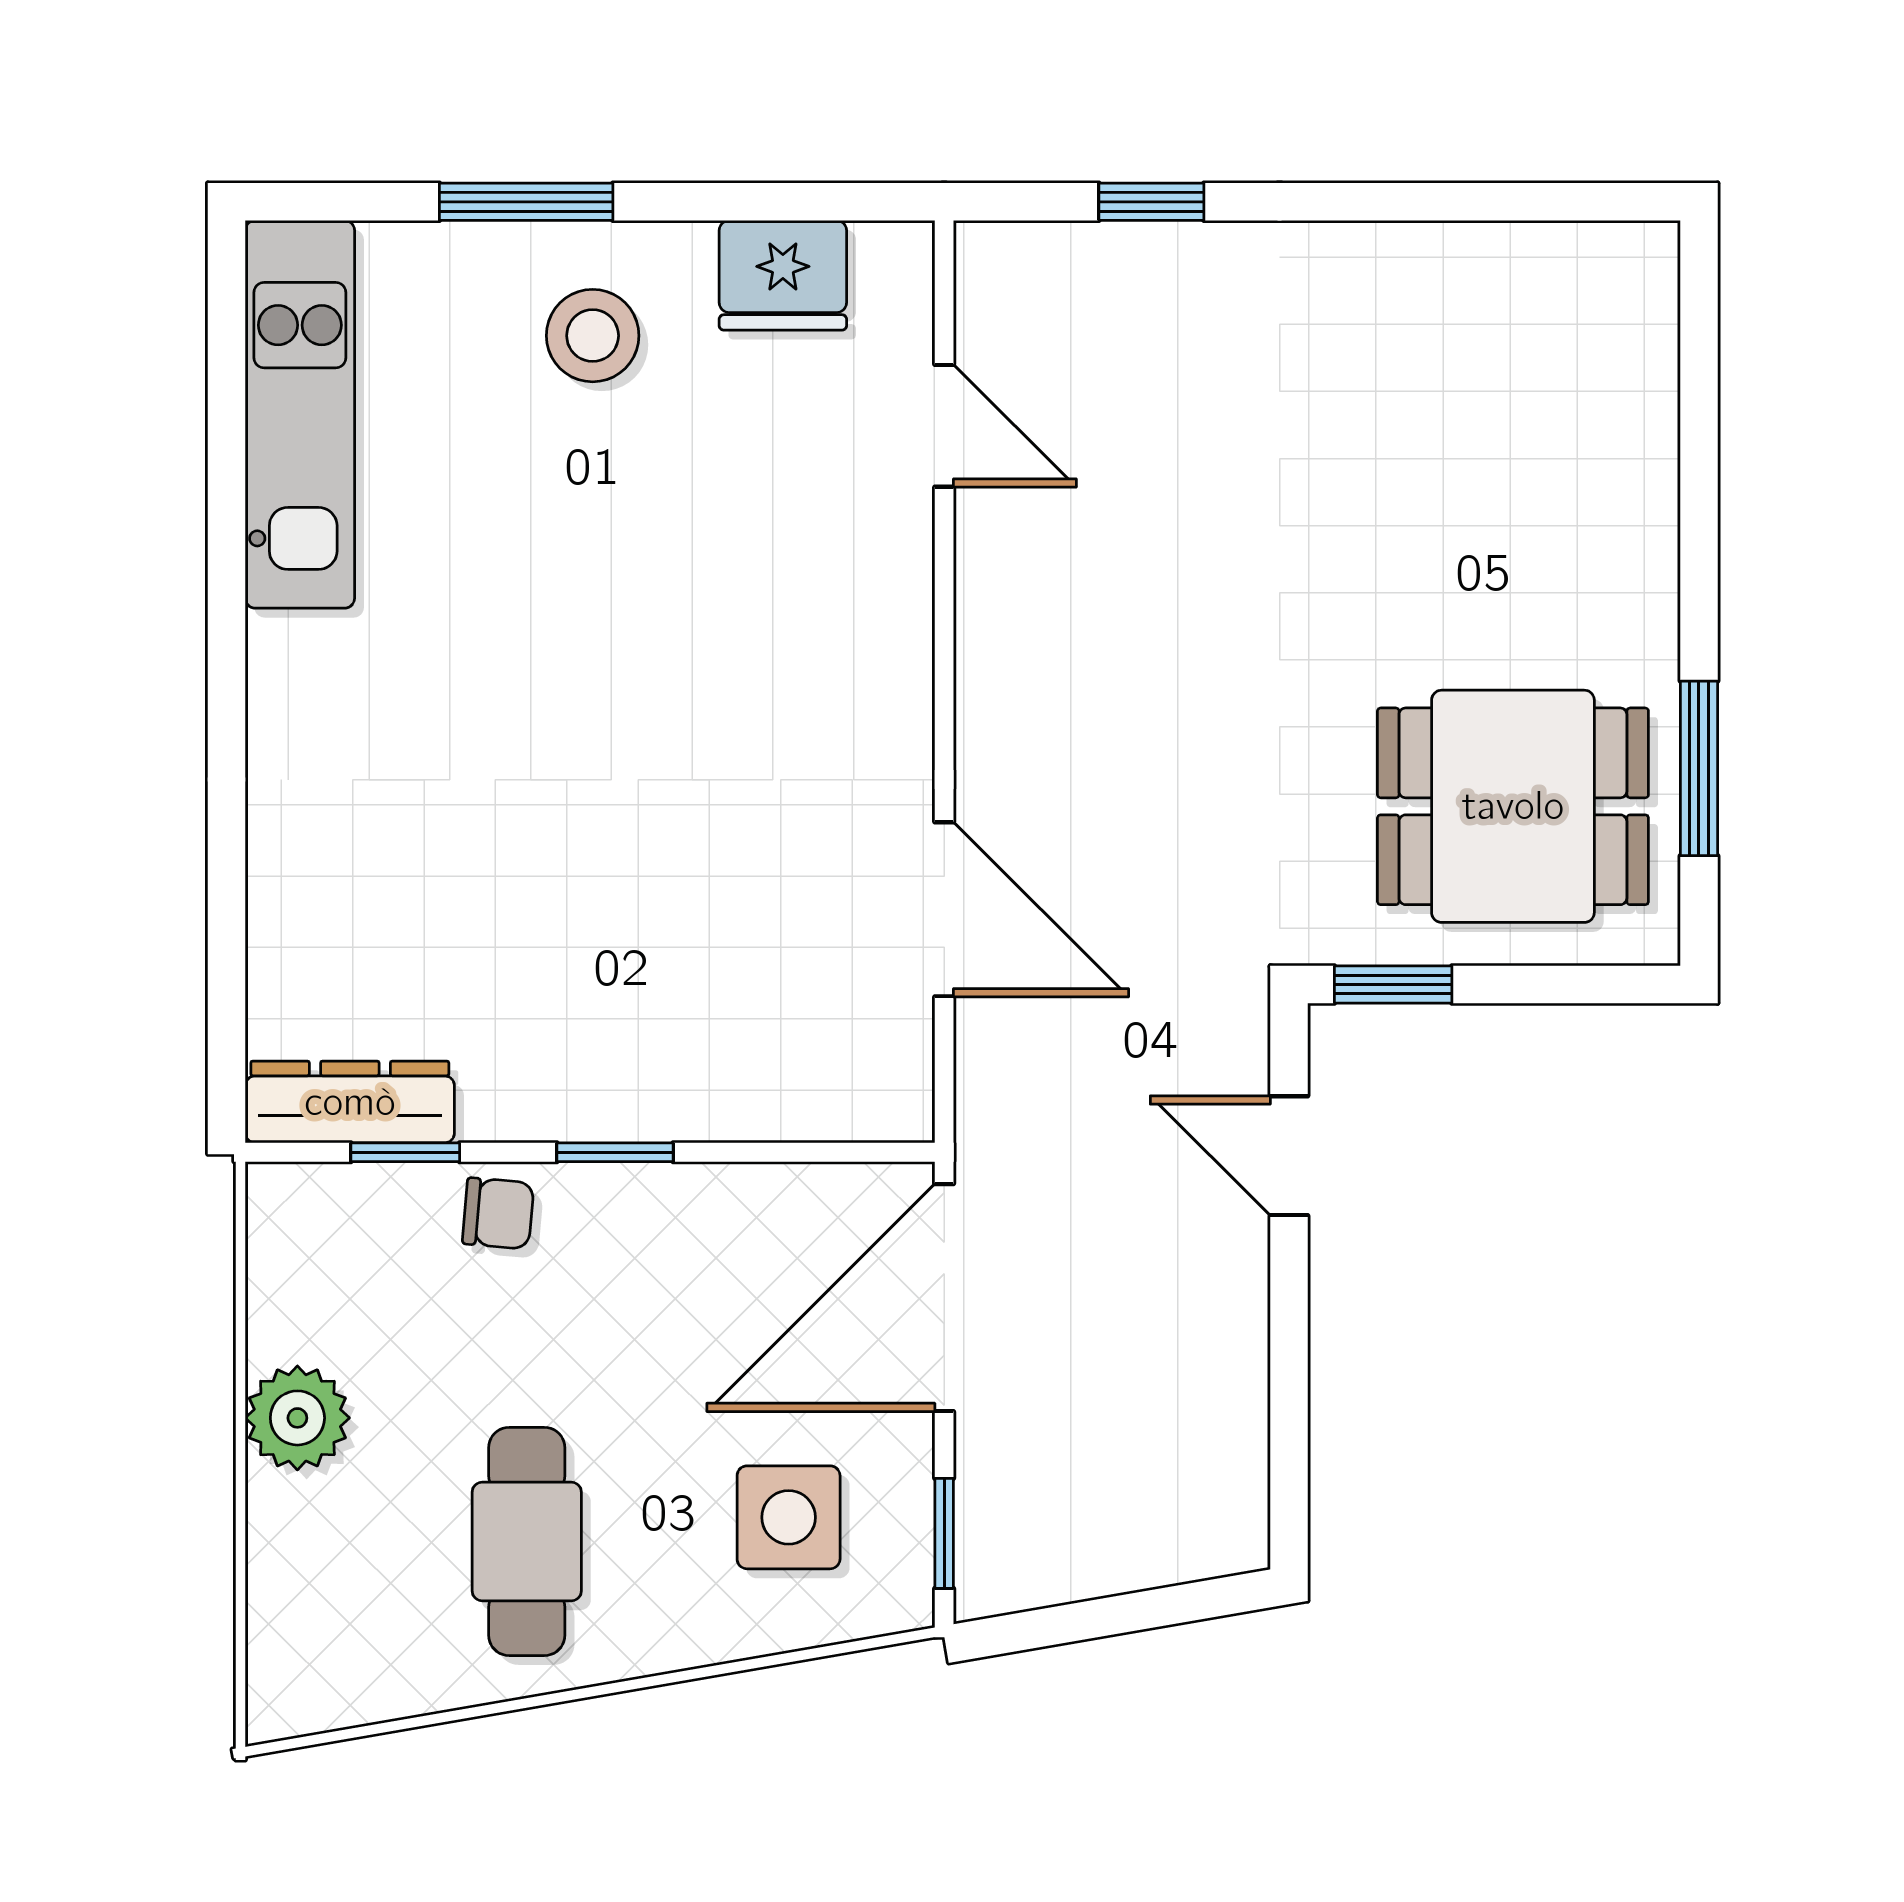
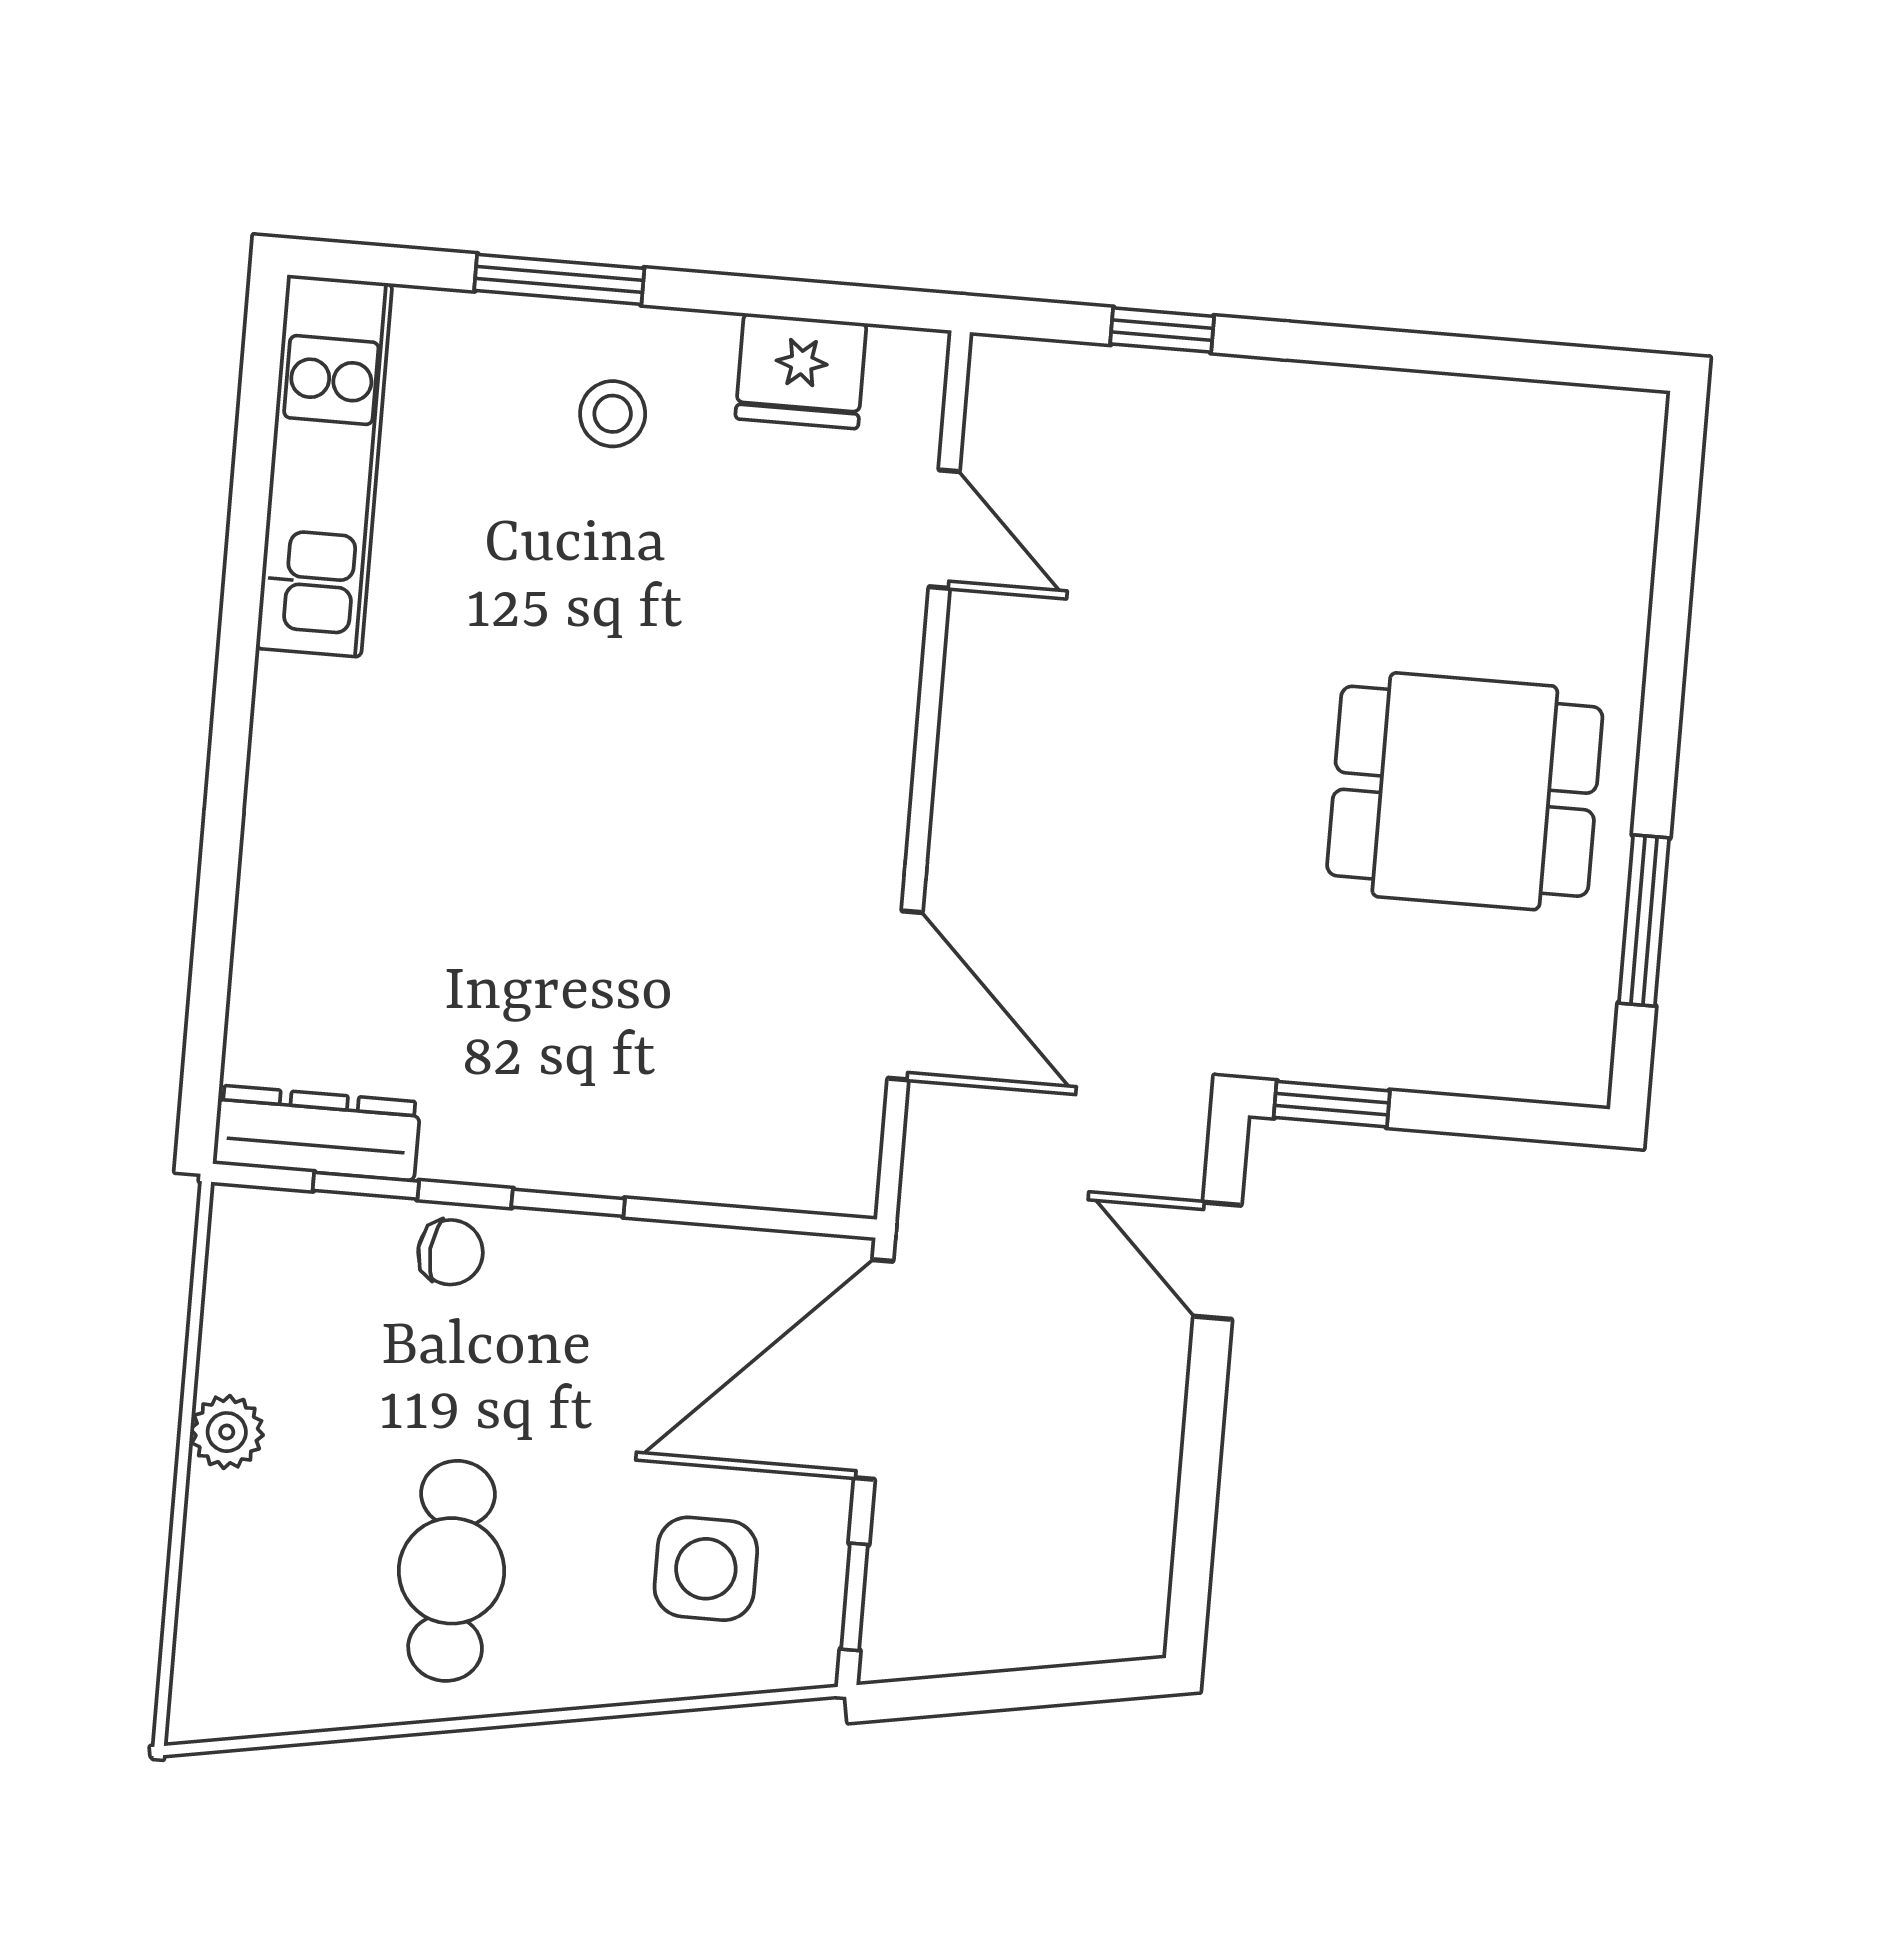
stool: (593, 336) -> (613, 414), width x0.73, depth x0.73
dining table: (1513, 806) -> (1465, 791), moved
plant: (297, 1418) -> (227, 1432), width x0.73, depth x0.73

